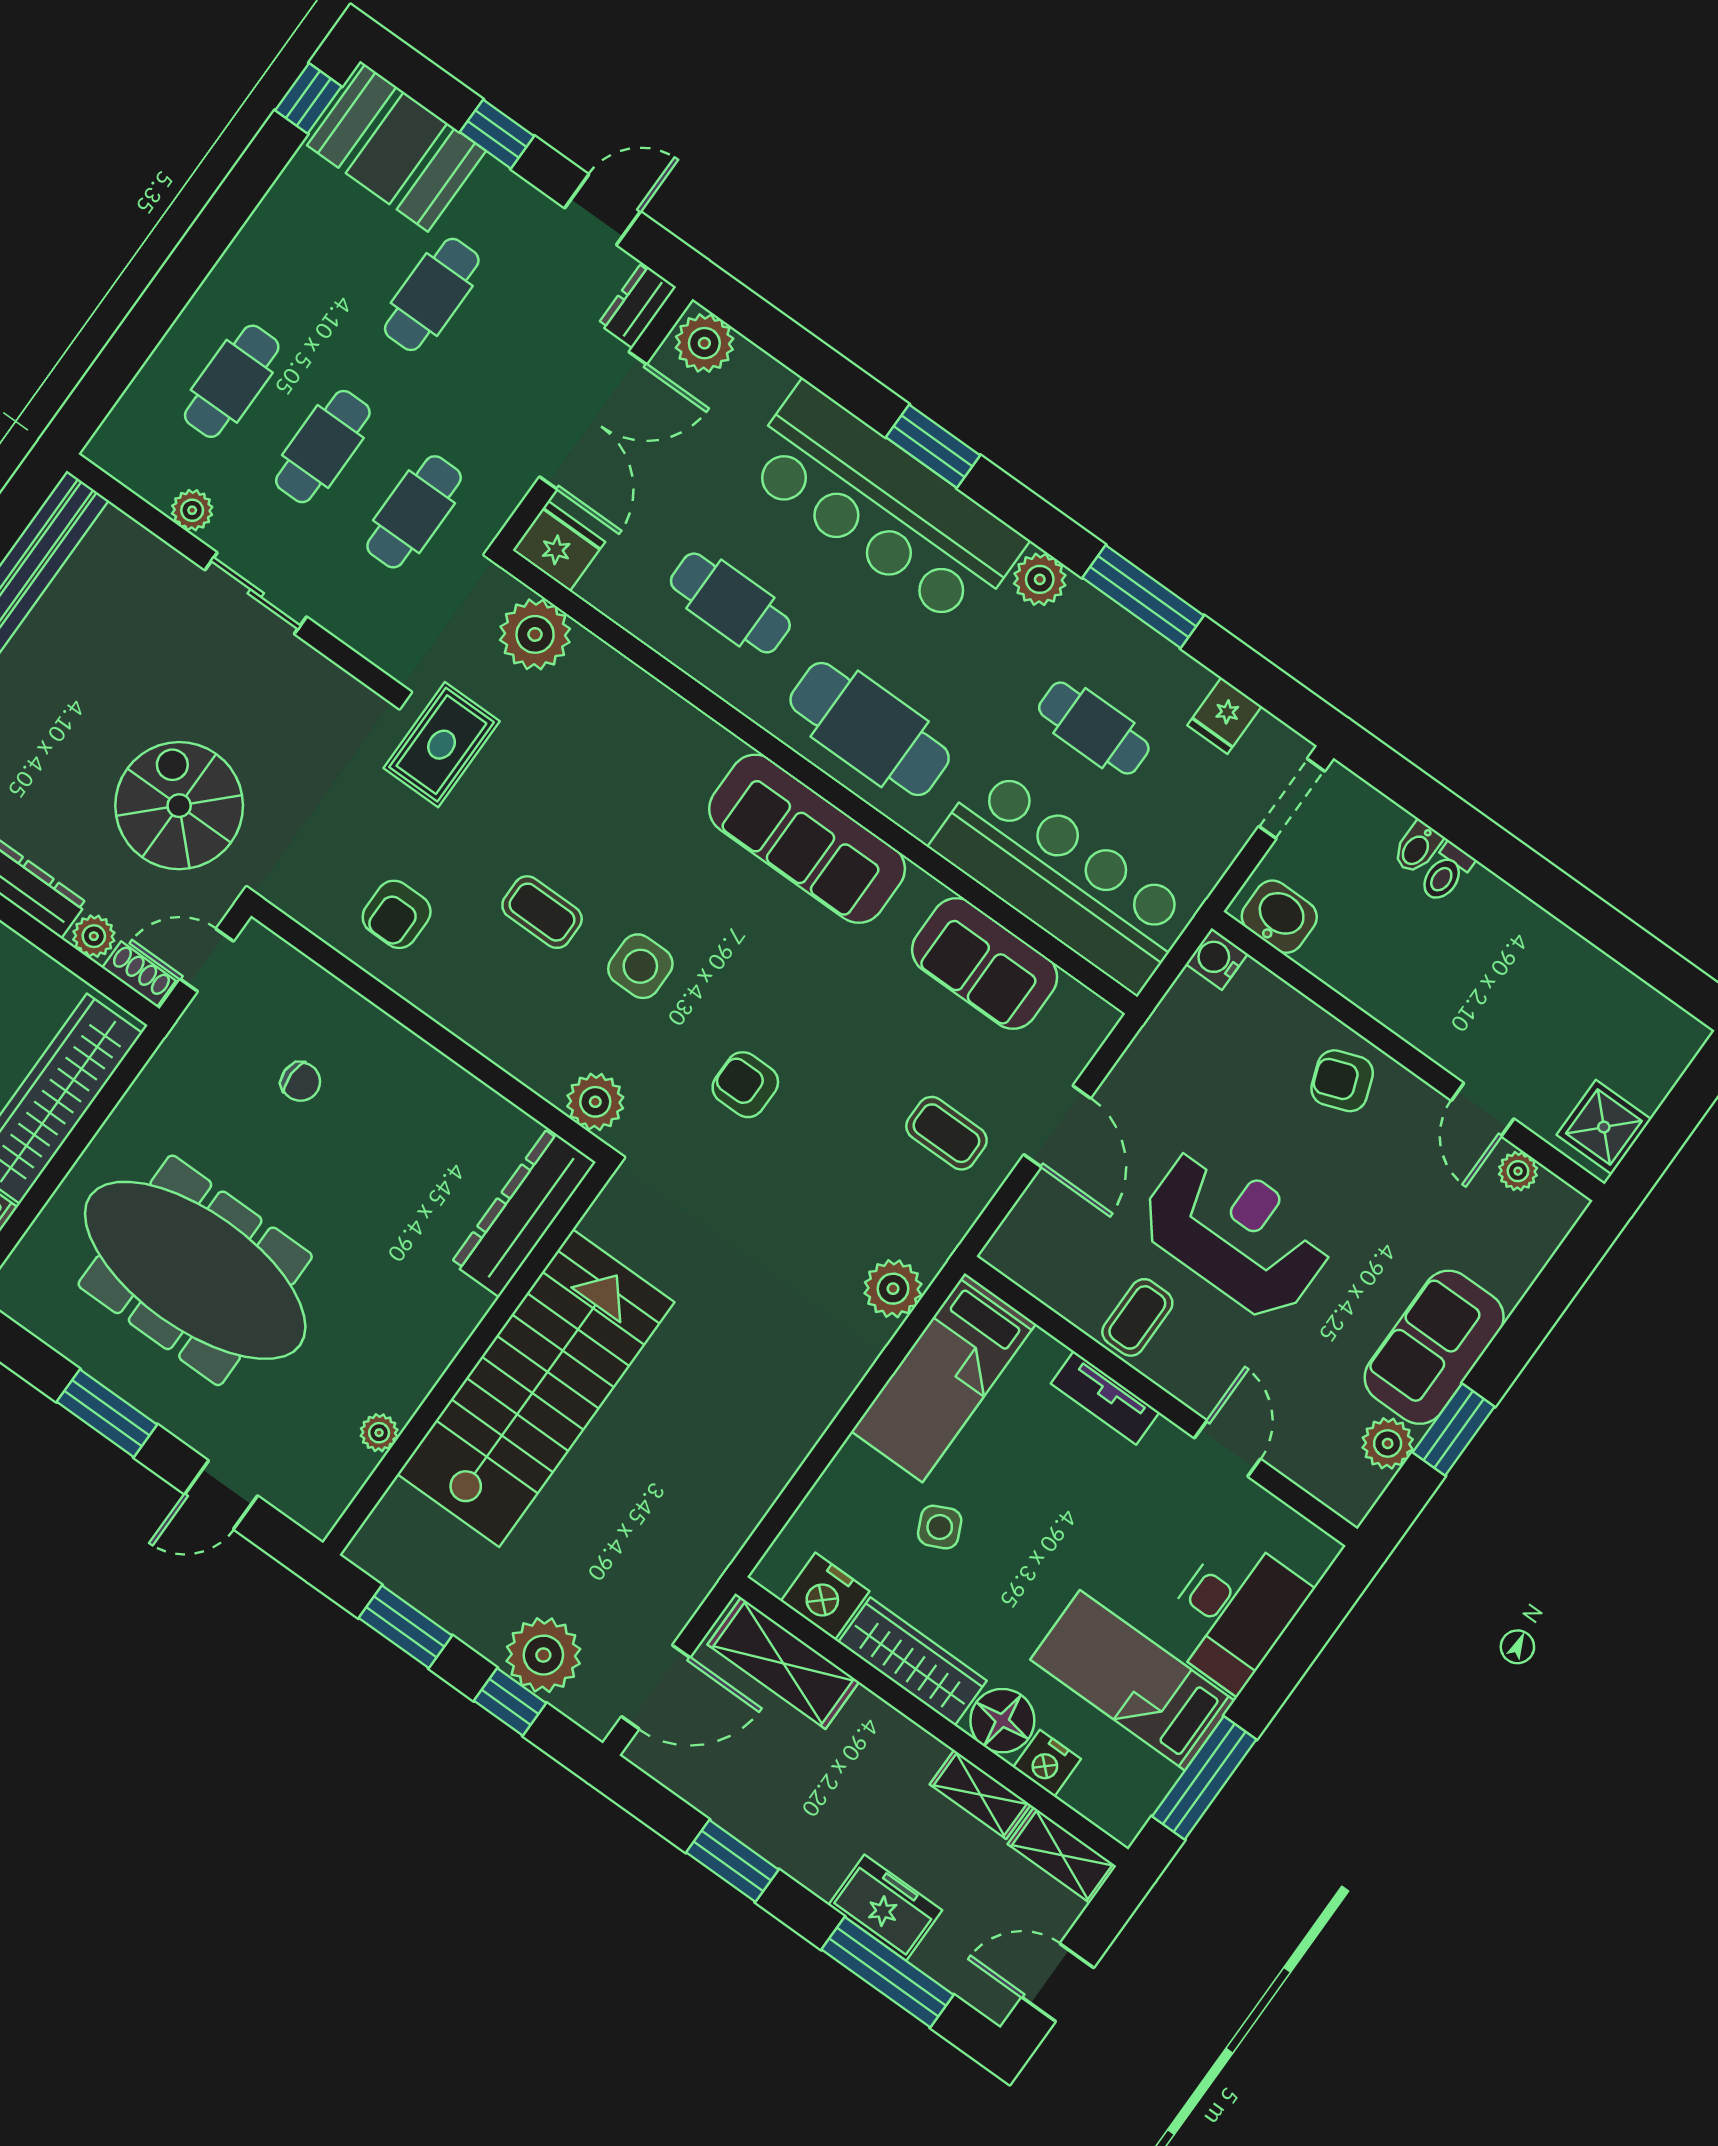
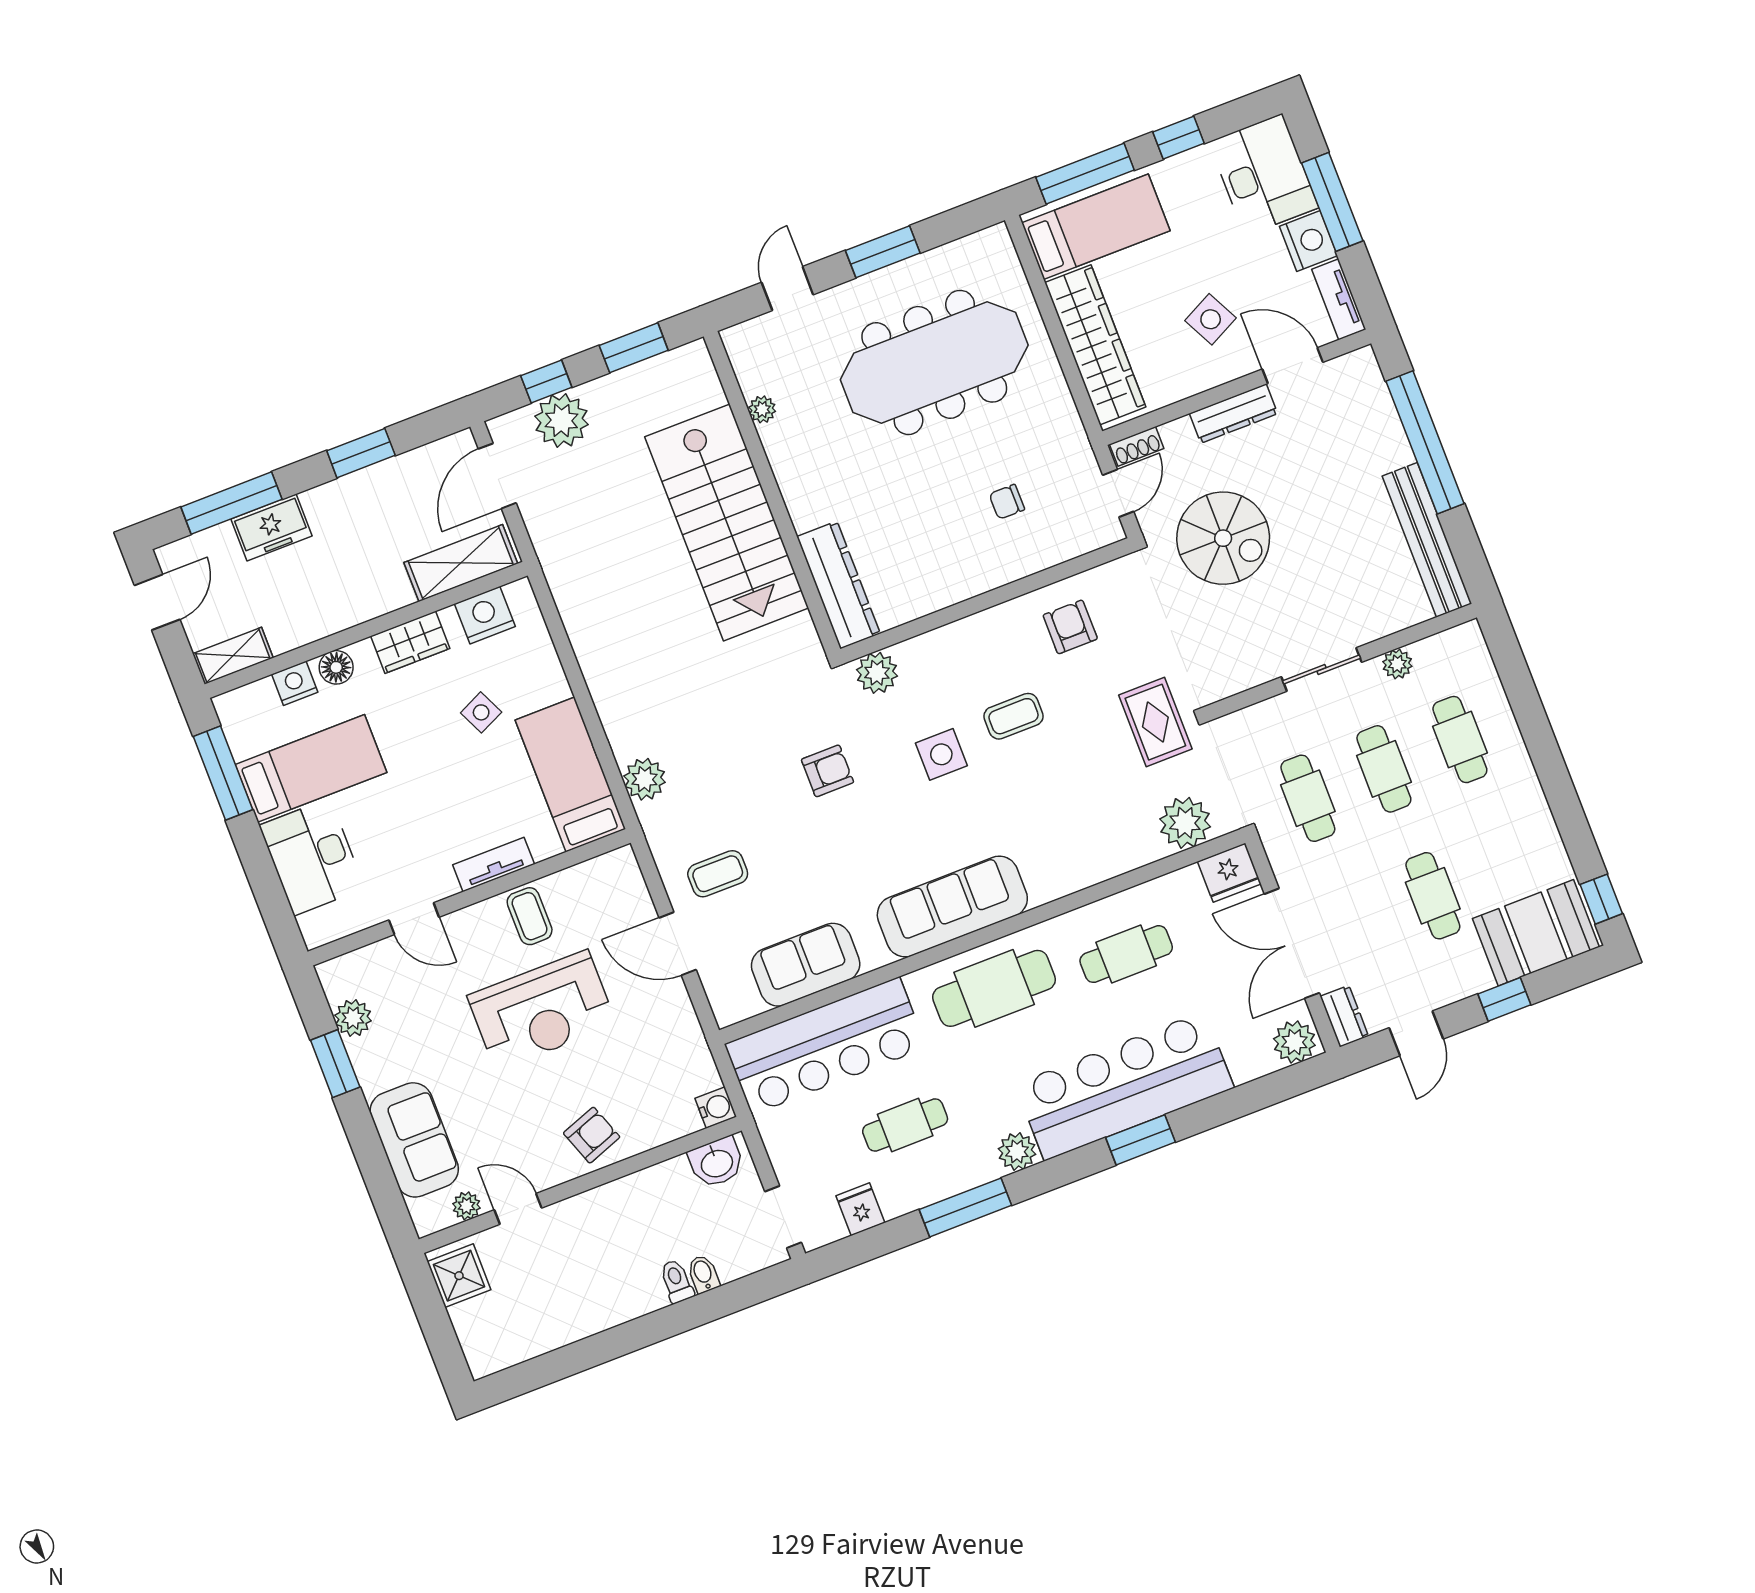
plant: (94, 936) -> (1178, 434), removed
sofa: (1434, 1347) -> (414, 1140), moved
wardrobe: (912, 1661) -> (410, 642), width x0.67
floor lamp: (1002, 1721) -> (336, 667), width x0.73, depth x0.73
shelving: (980, 1795) -> (302, 630), removed

